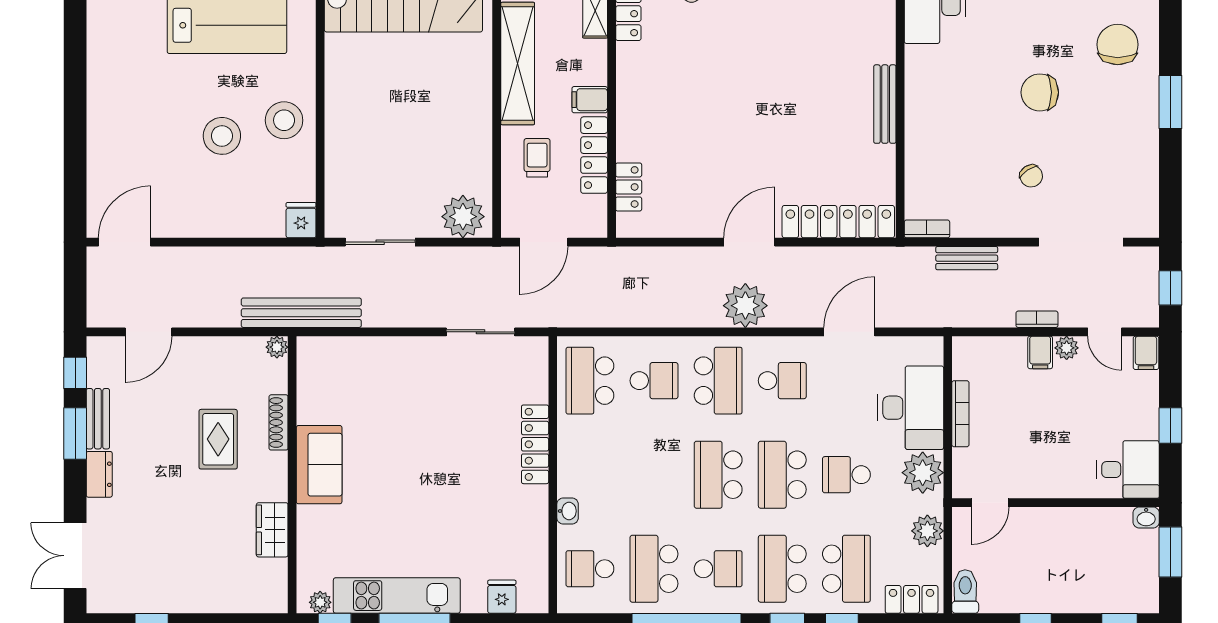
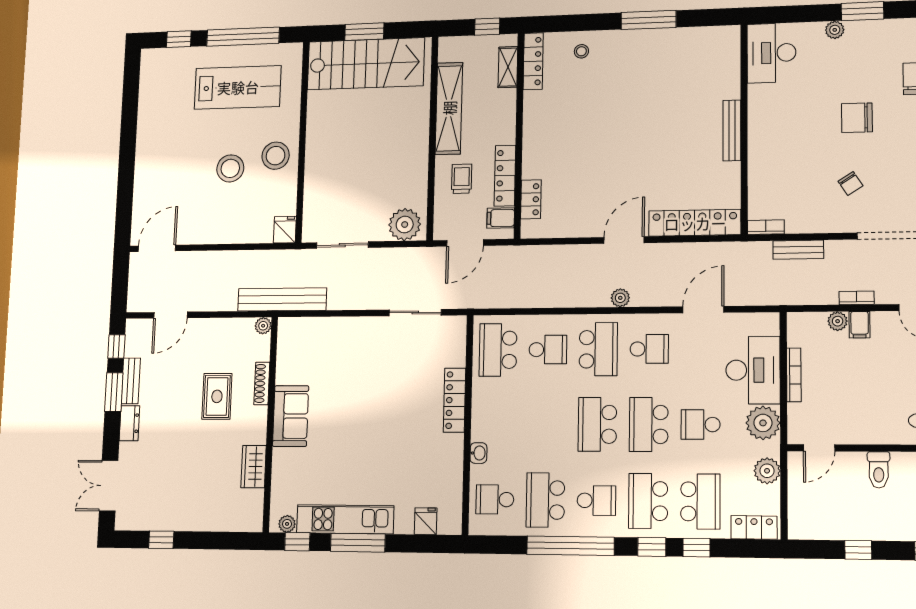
filing cabinet: (590, 100) -> (501, 218), moved
plant: (745, 306) -> (620, 298), width x0.53, depth x0.53
plant: (1067, 348) -> (838, 321), moved
toilet: (965, 591) -> (879, 470), moved, turned 180

